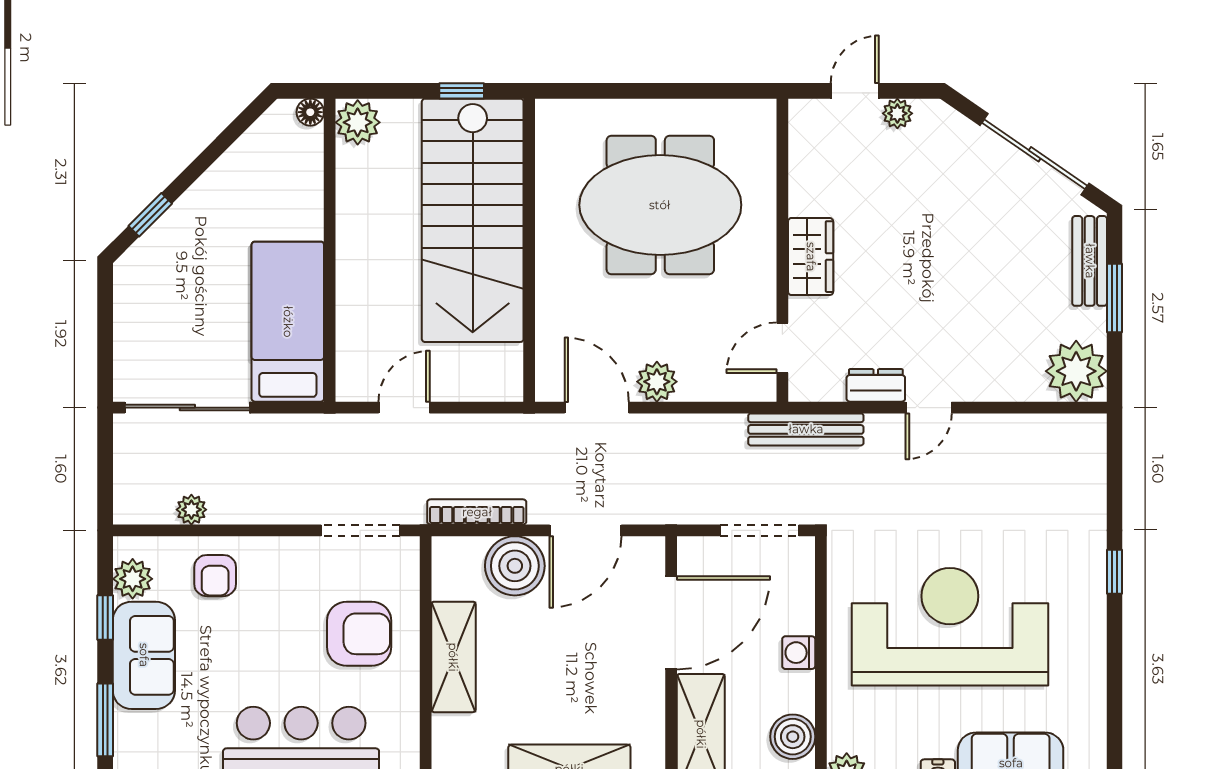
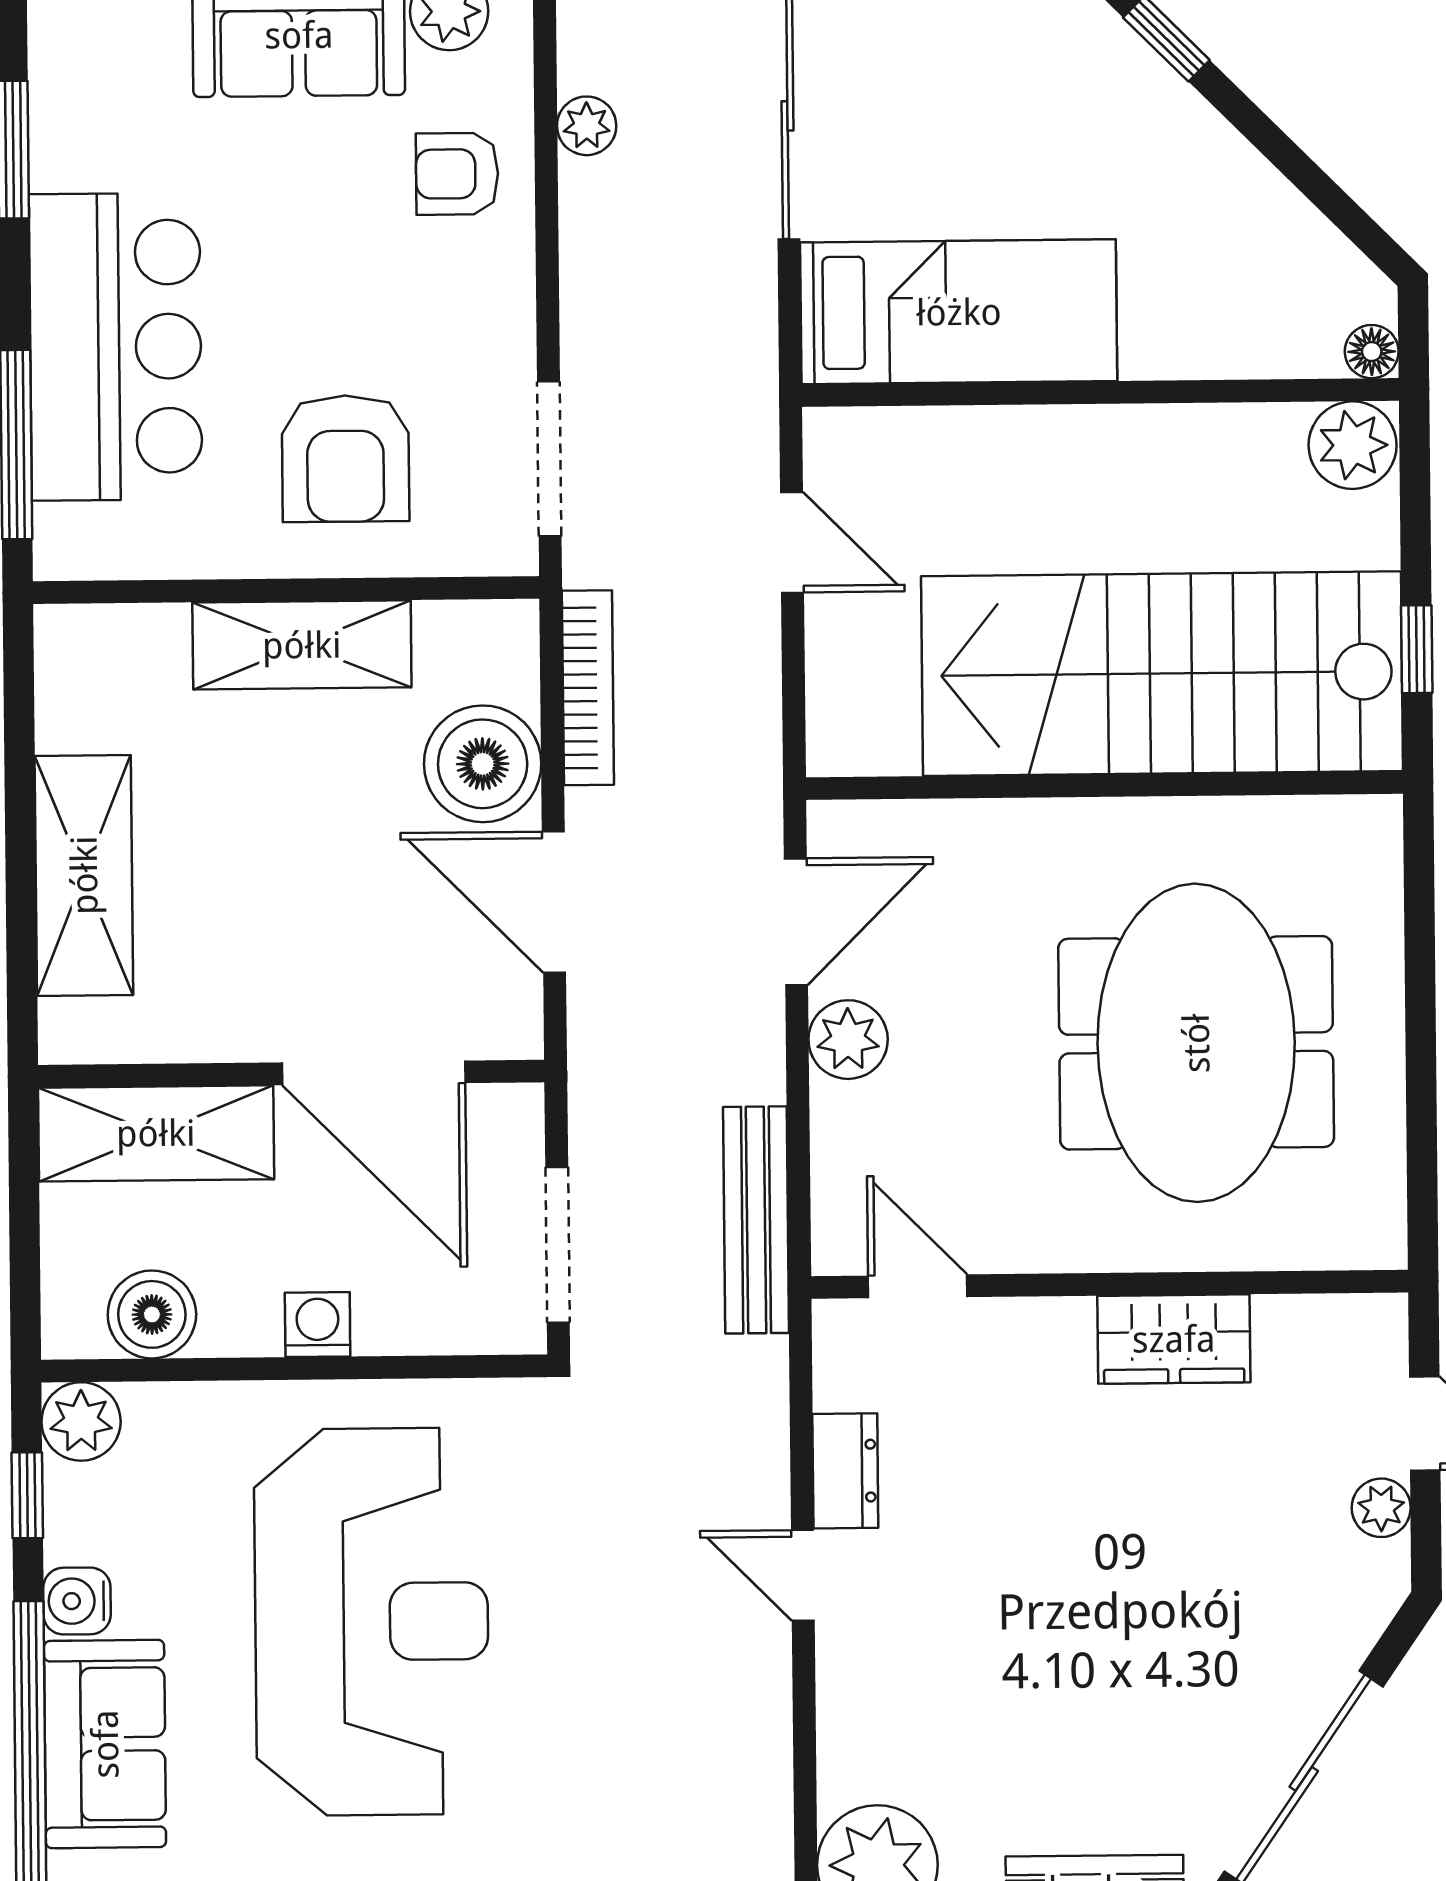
wardrobe: (811, 257) -> (1174, 1339), moved
bench: (806, 429) -> (756, 1220), moved

